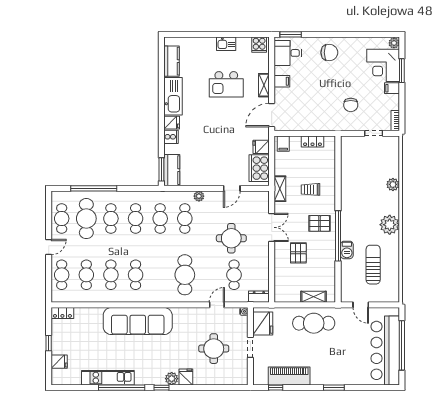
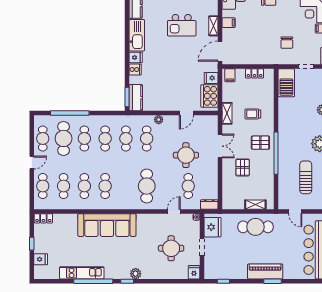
barbecue: (347, 250) -> (286, 83), moved, width x1.88, depth x1.53
piano: (289, 376) -> (265, 271), moved
fridge: (186, 377) -> (194, 272), moved

